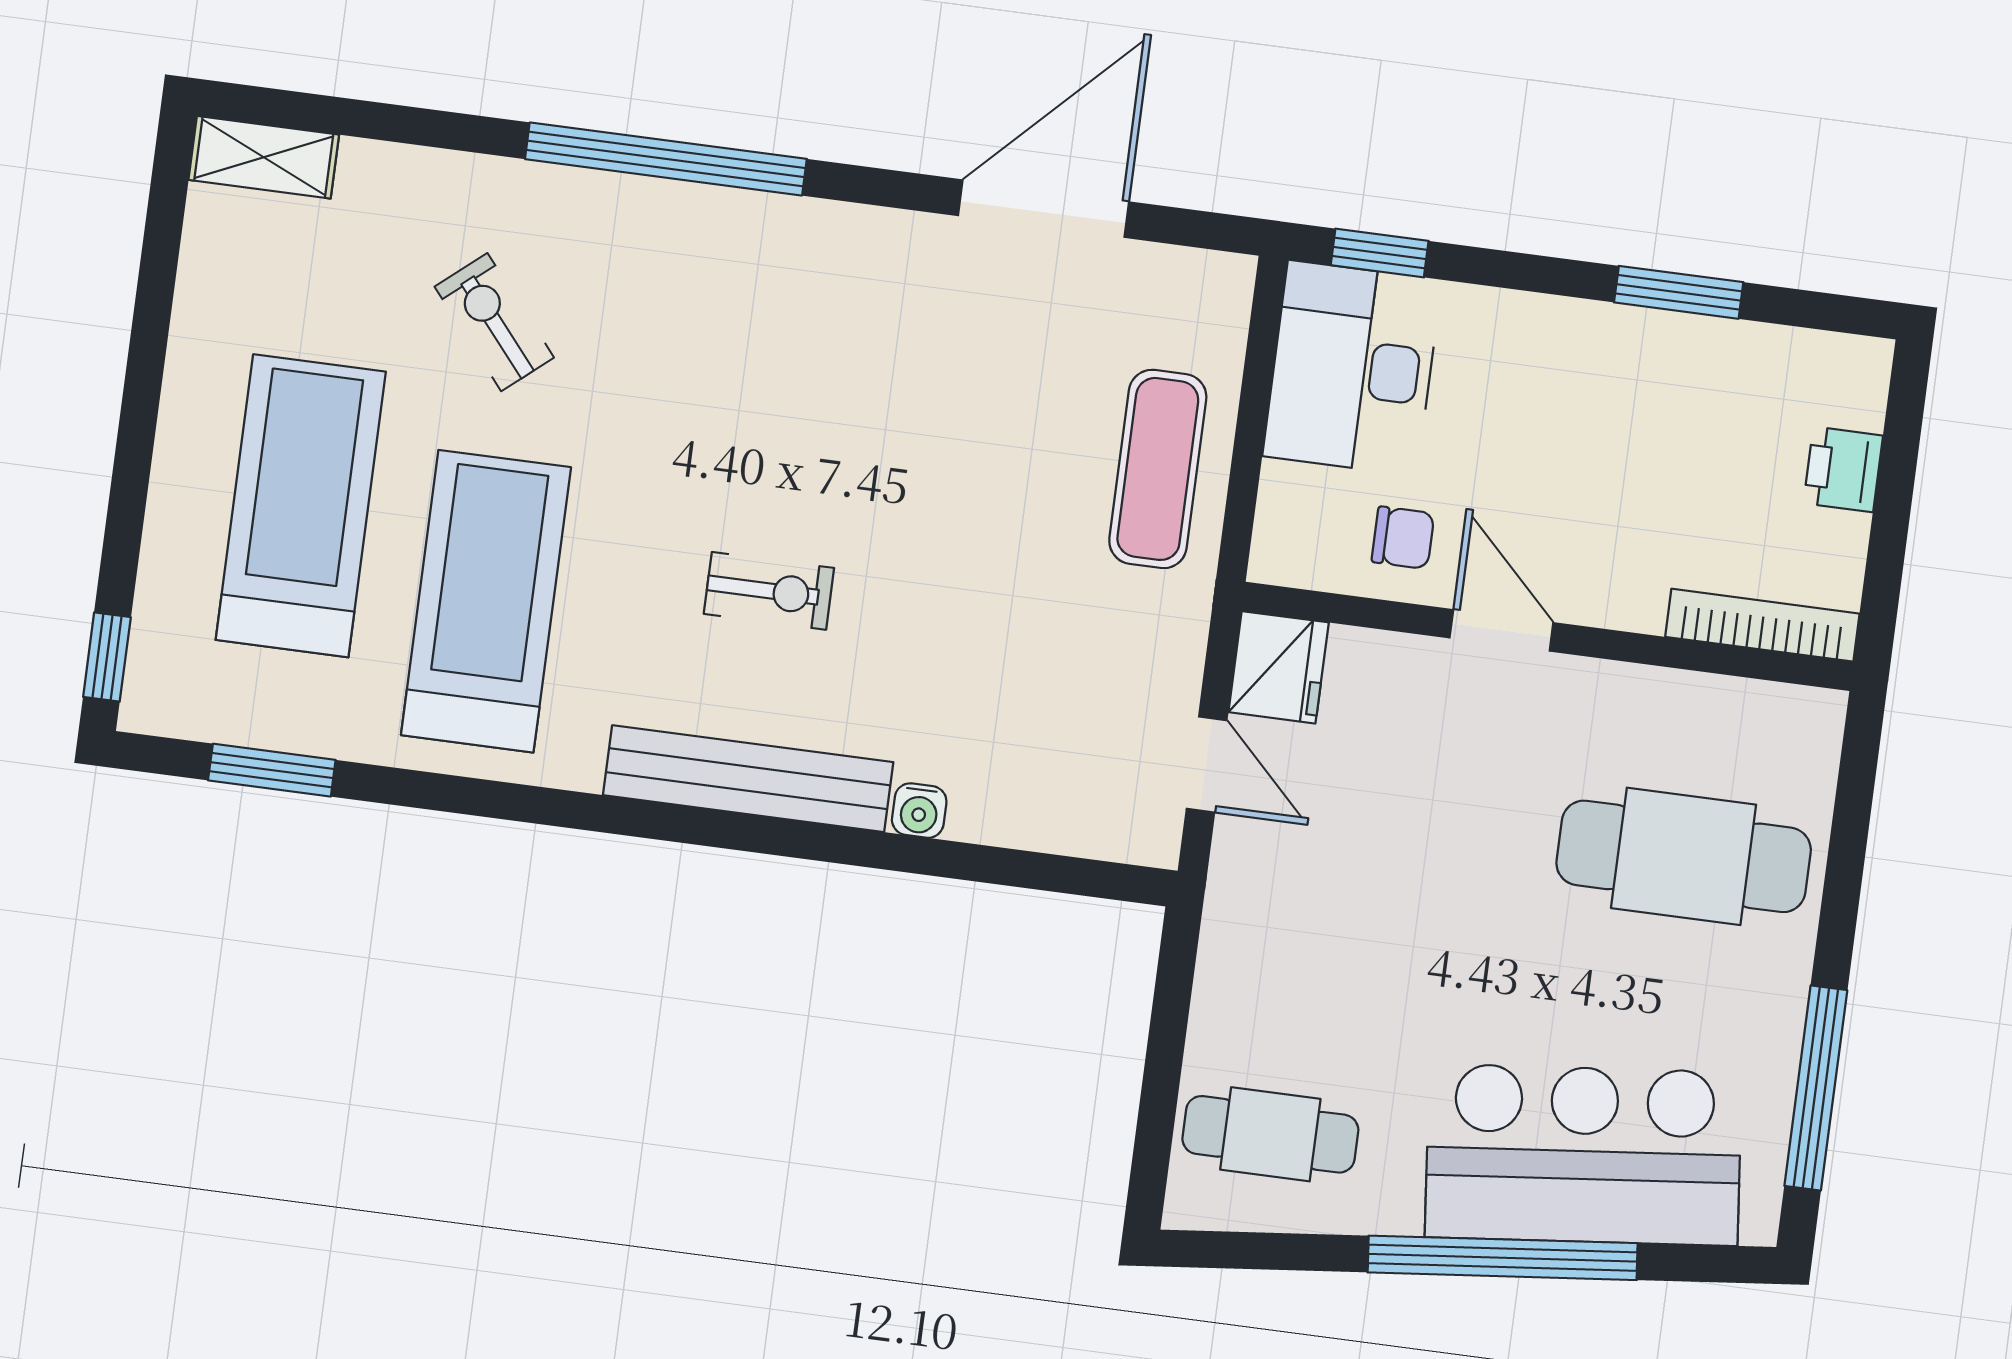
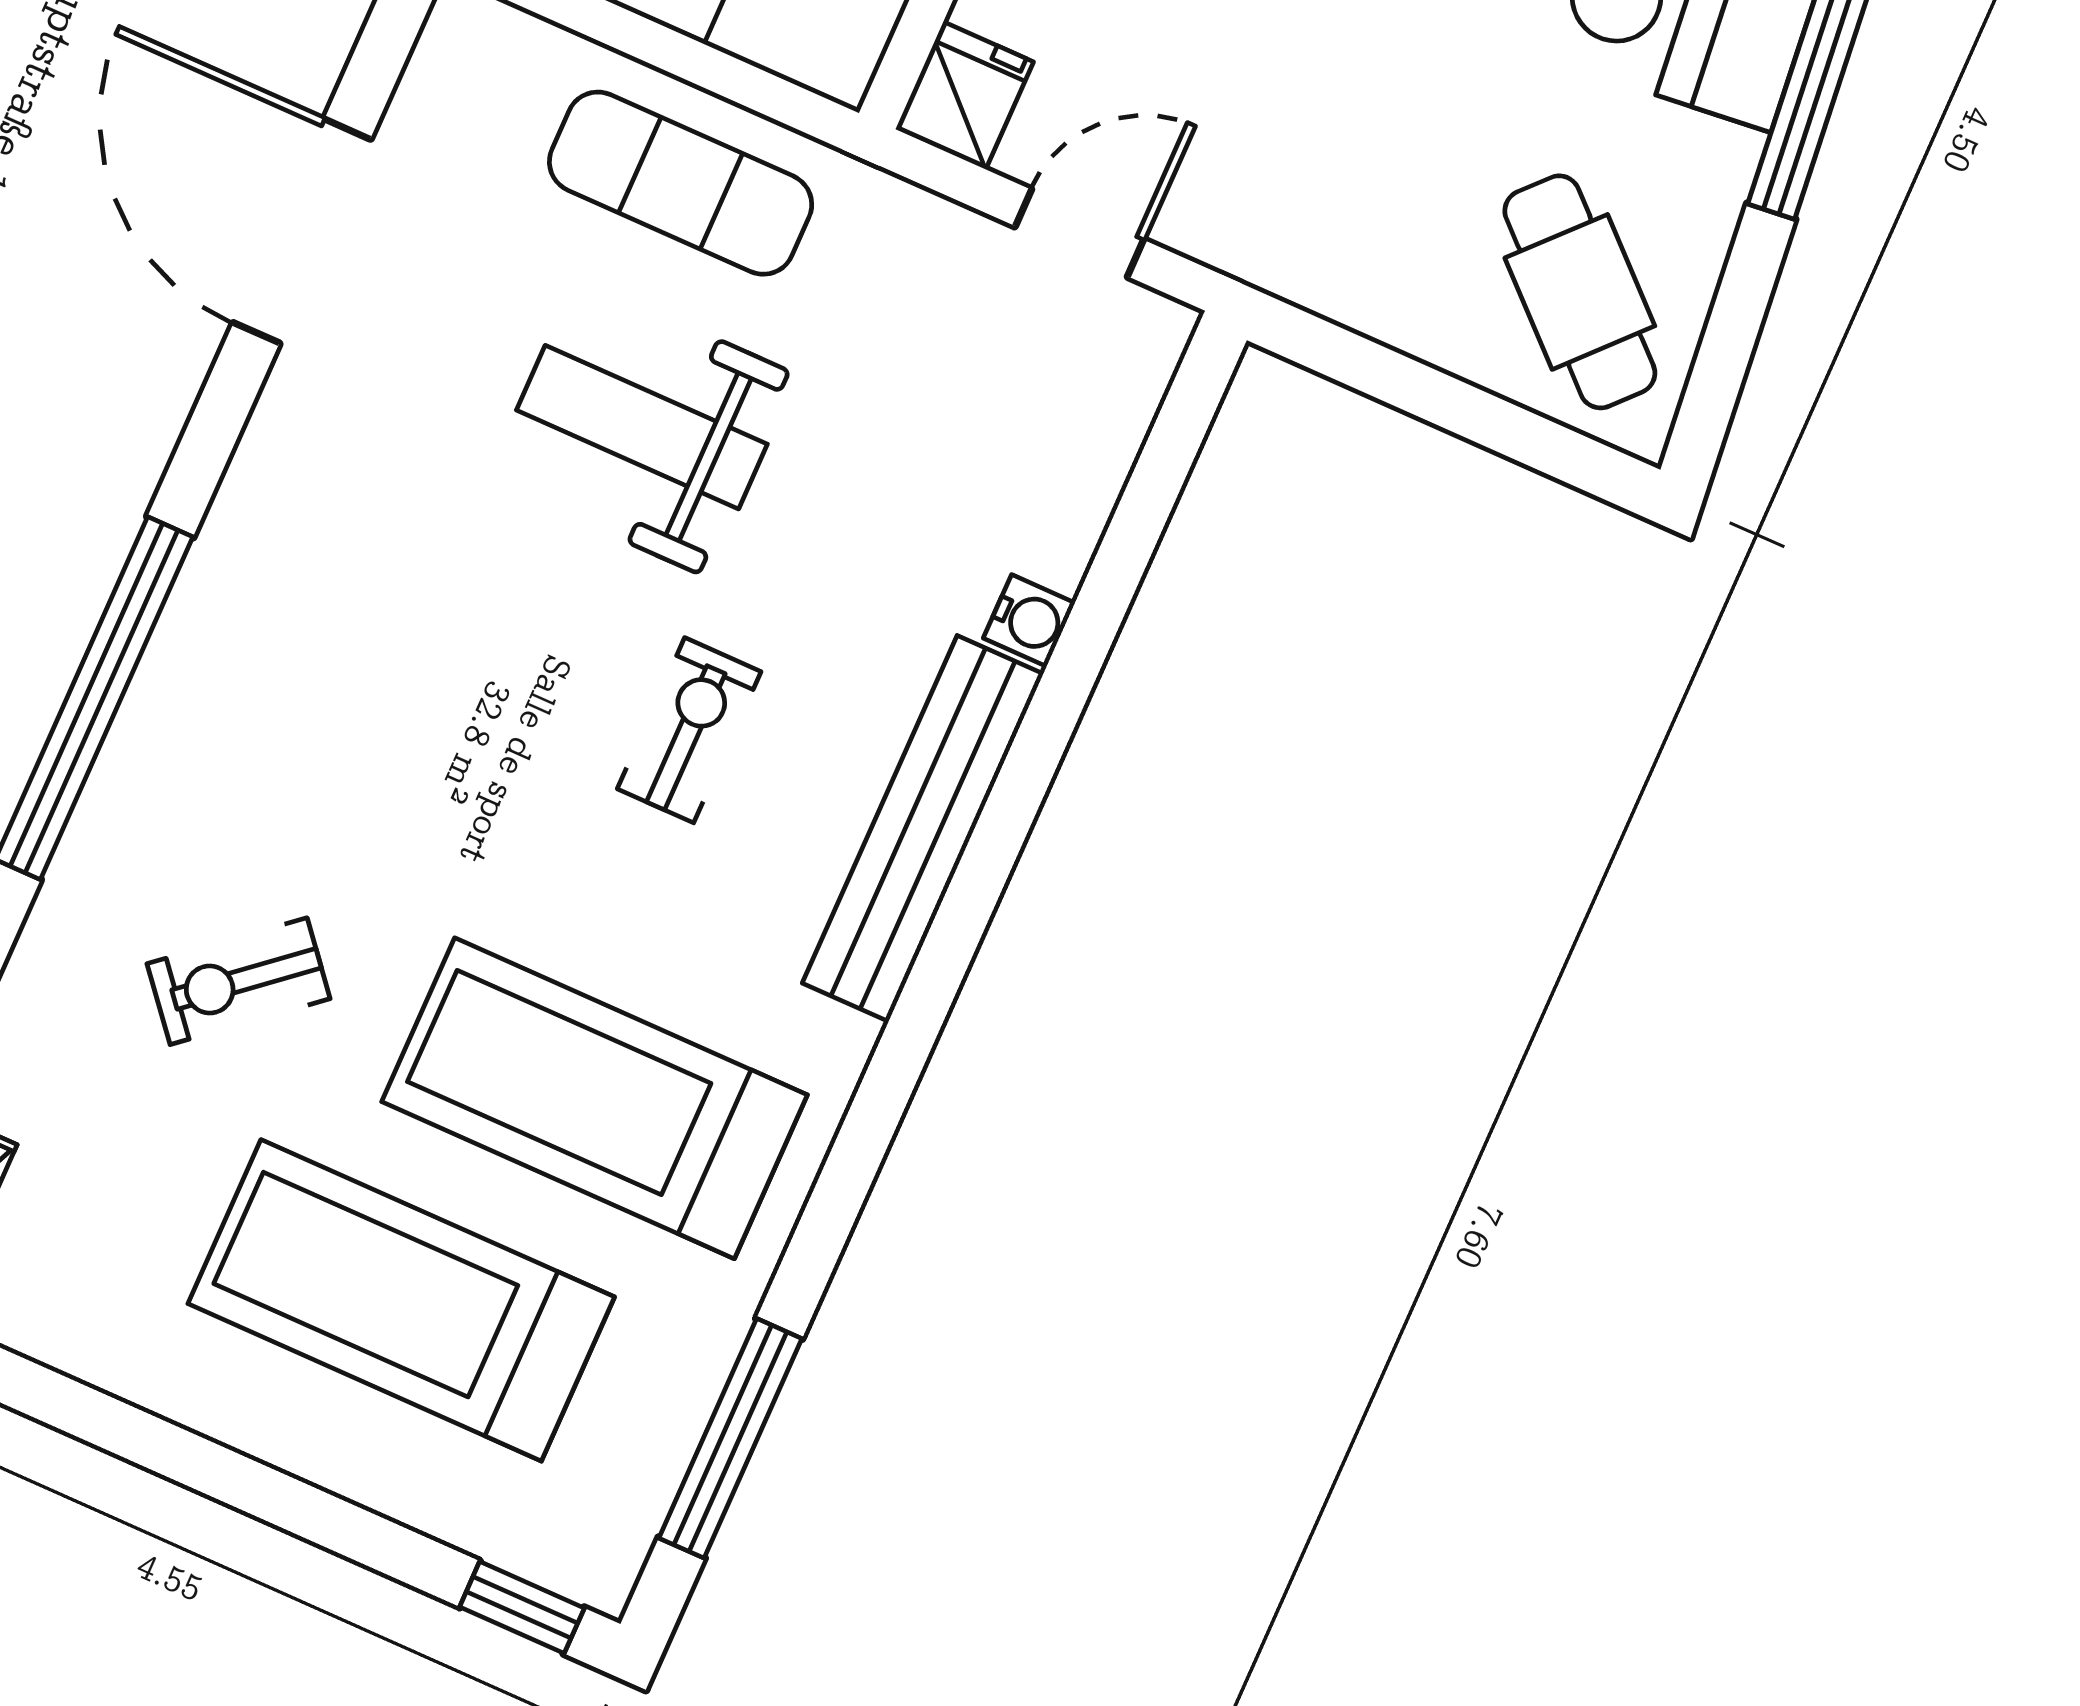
weight bench: (975, 493) -> (642, 427), added
fridge: (1279, 667) -> (964, 96), width x0.72
window: (272, 770) -> (730, 1438), width x1.44
cafe table: (1270, 1134) -> (1580, 292), turned -47

